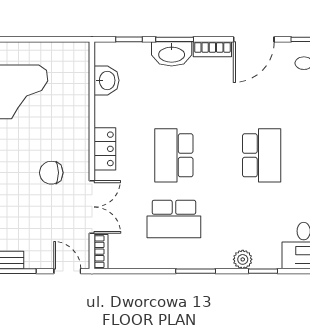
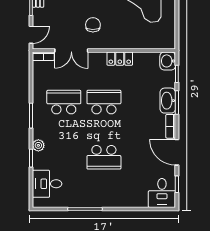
washbasin: (106, 80) -> (168, 61), moved, turned 90
locker: (105, 149) -> (120, 59), moved
school desk: (174, 219) -> (64, 102), turned 90

